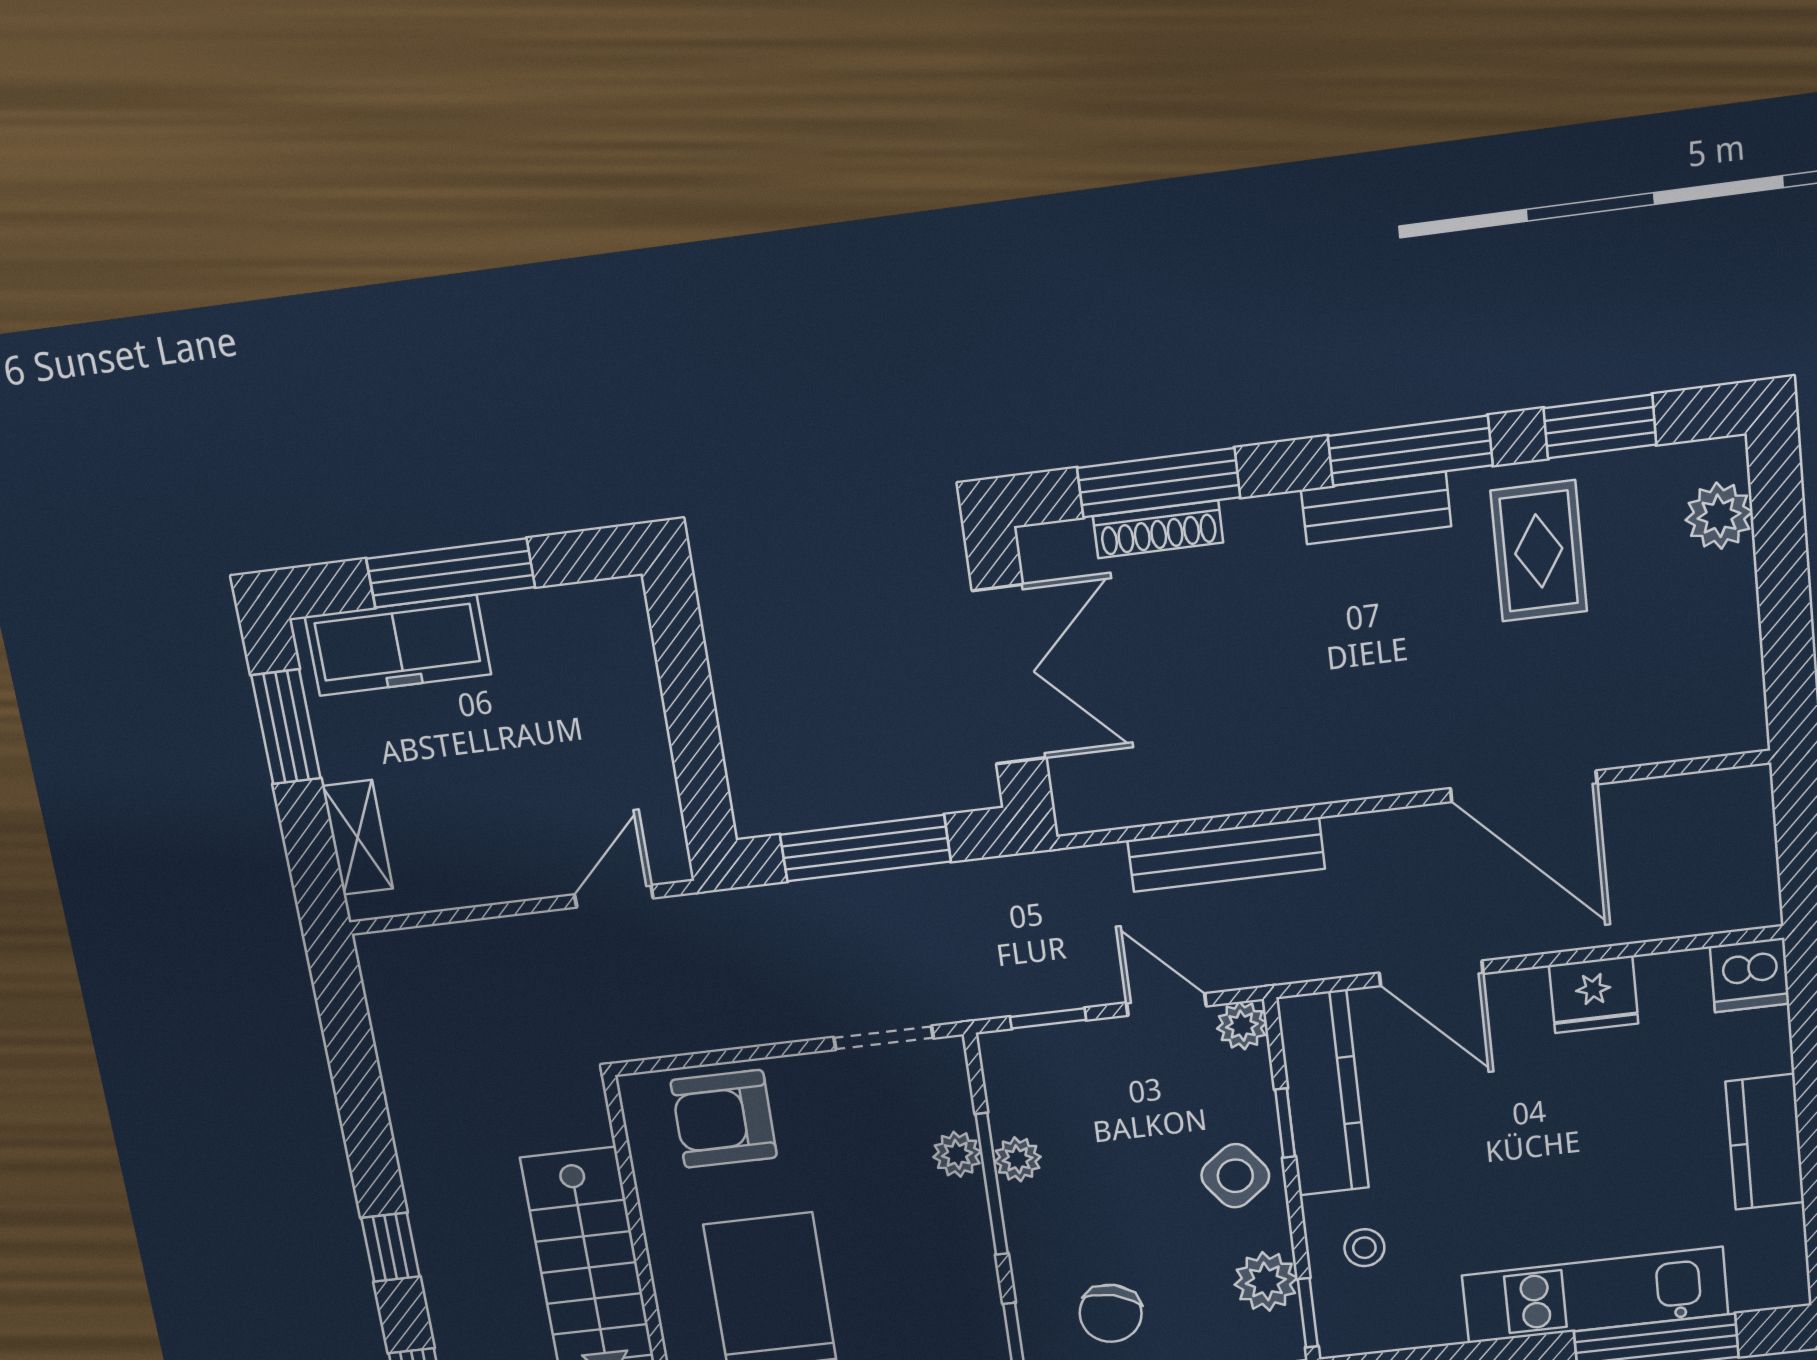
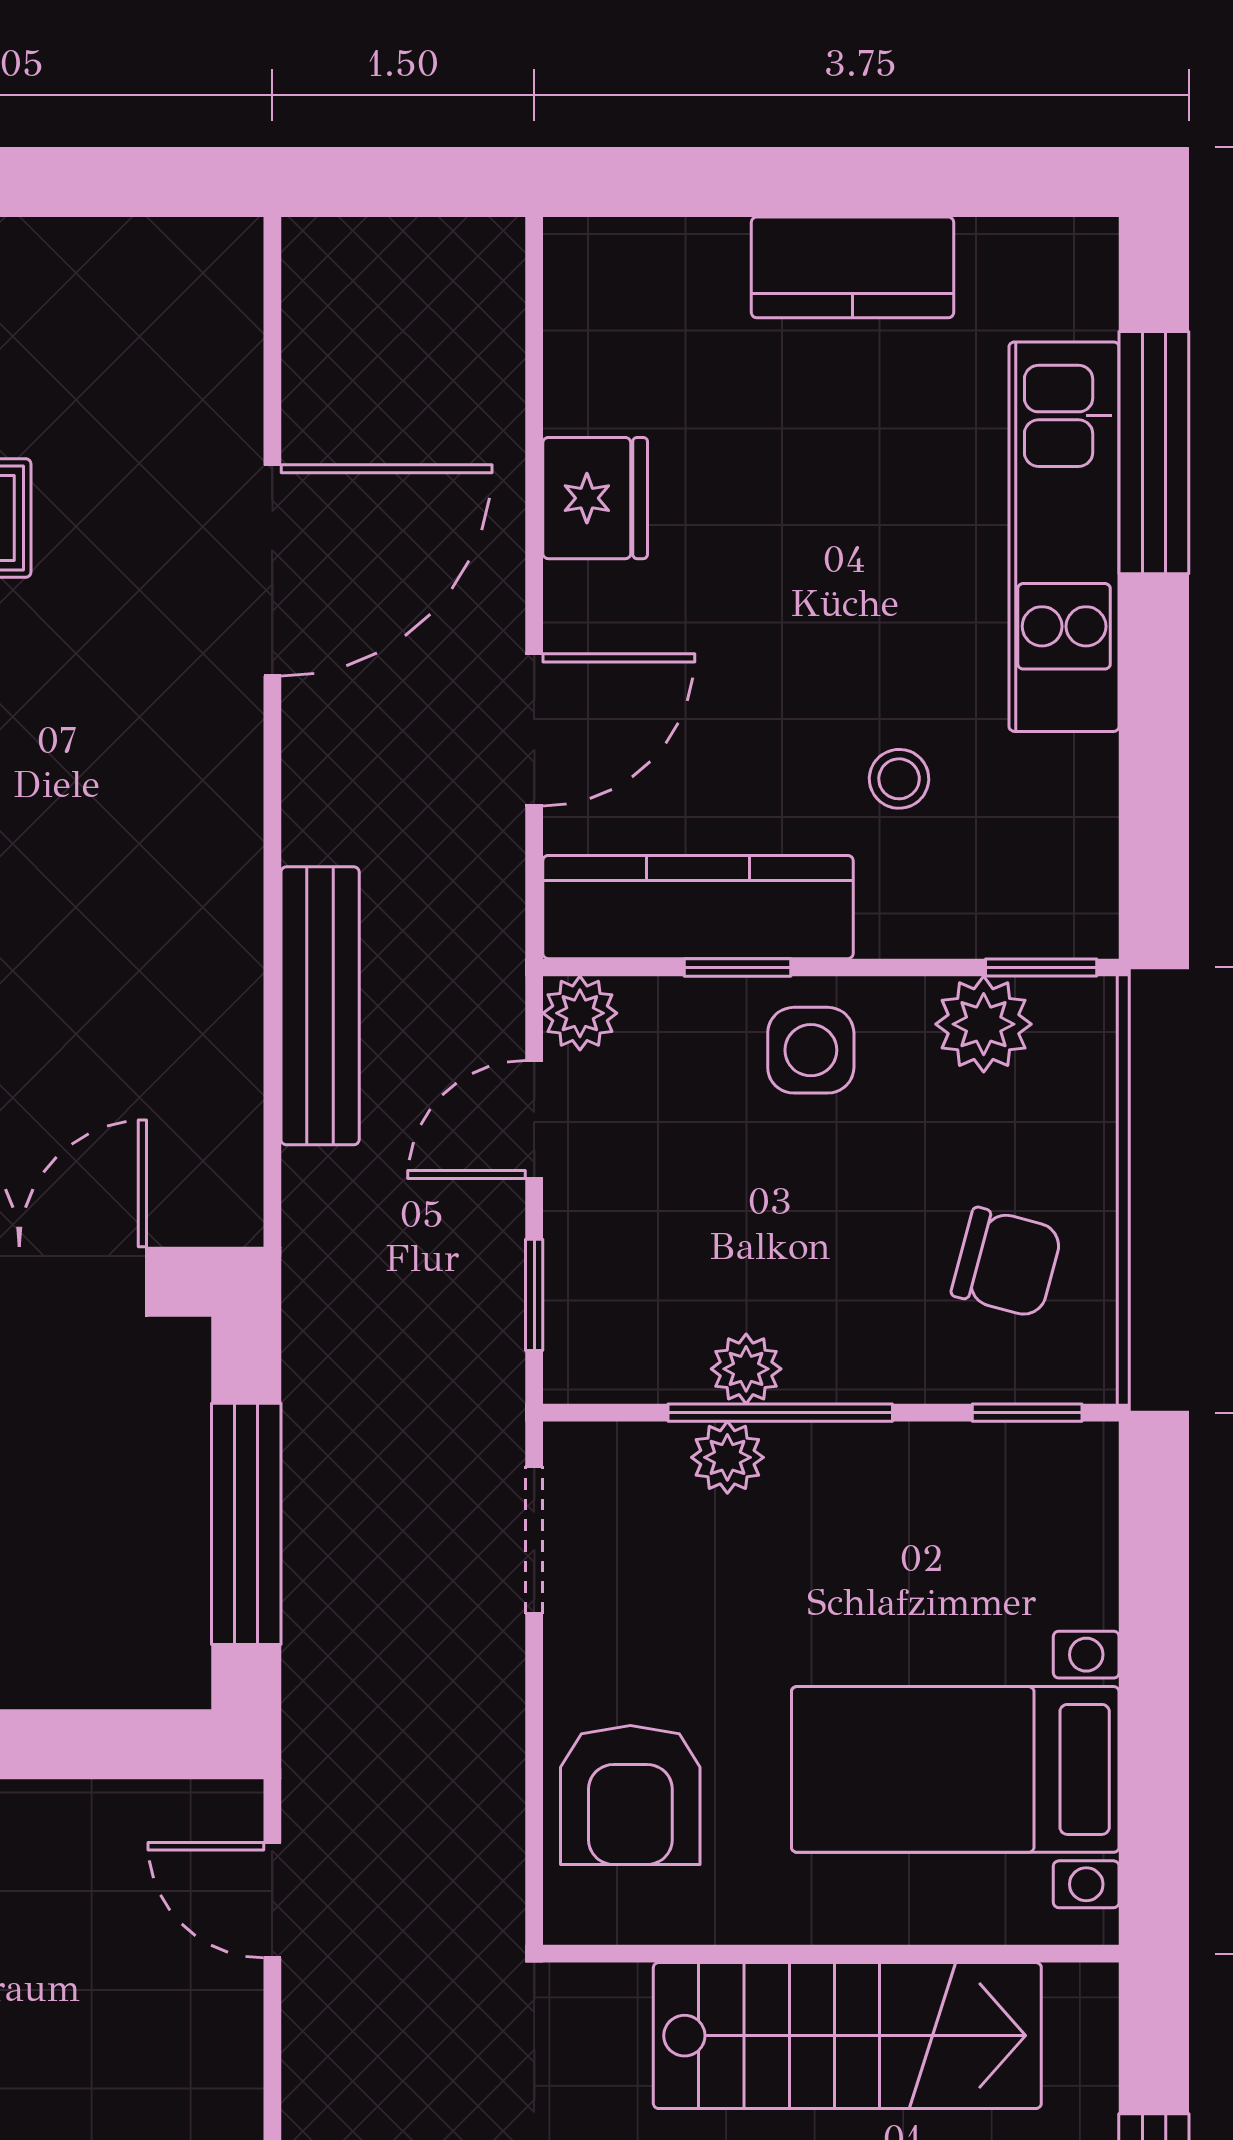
dishwasher: (1750, 975) -> (593, 271), removed
side table: (1235, 1176) -> (811, 1050), turned 37
stool: (1364, 1248) -> (899, 779), moved

